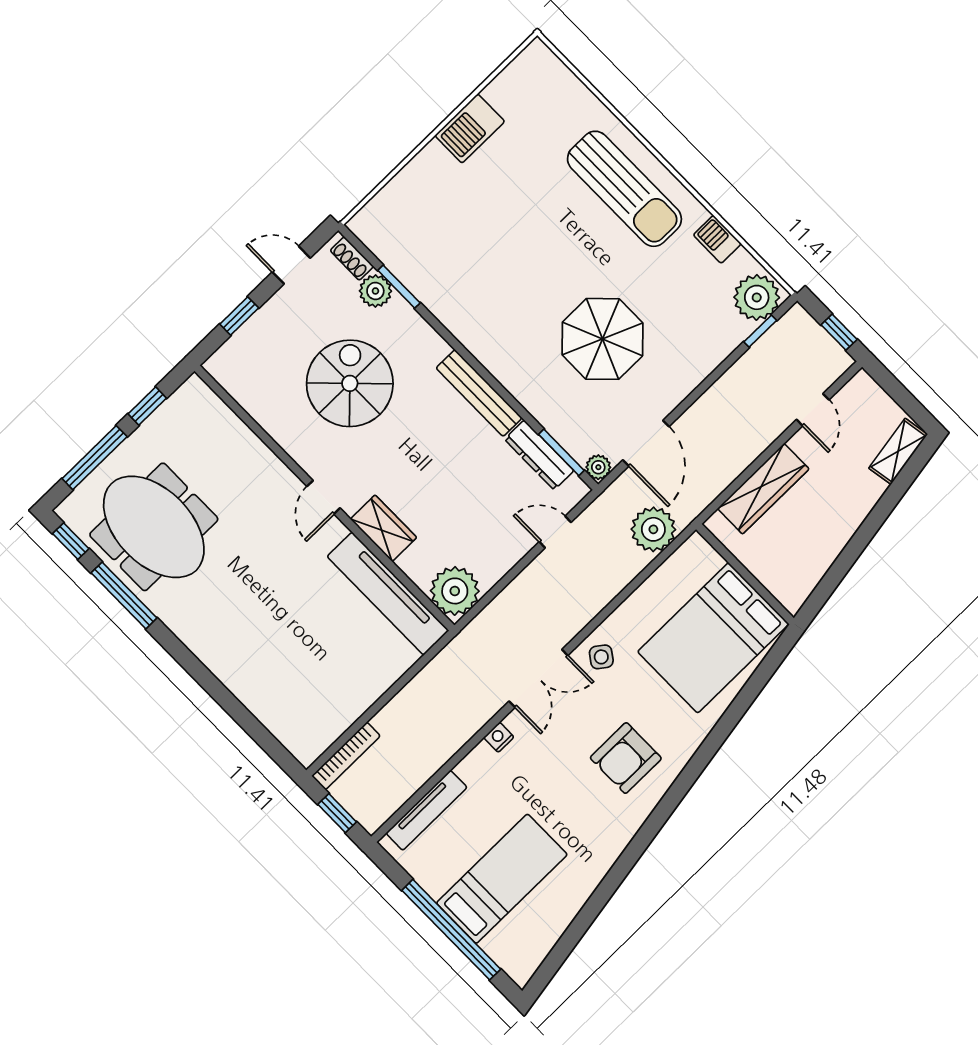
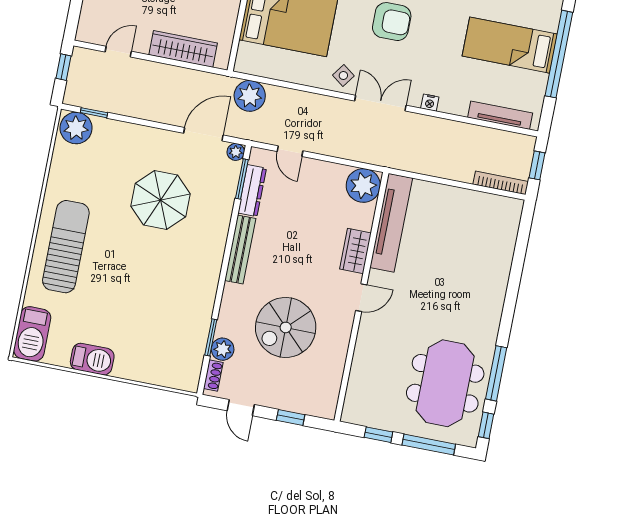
barbecue: (717, 239) -> (32, 334), moved, width x1.88, depth x1.53

